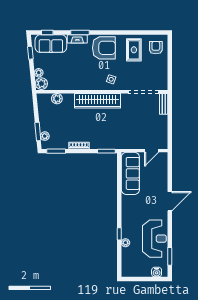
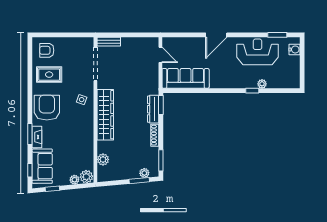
dresser: (103, 144) -> (153, 109), added
door: (170, 201) -> (216, 35), swing flipped

